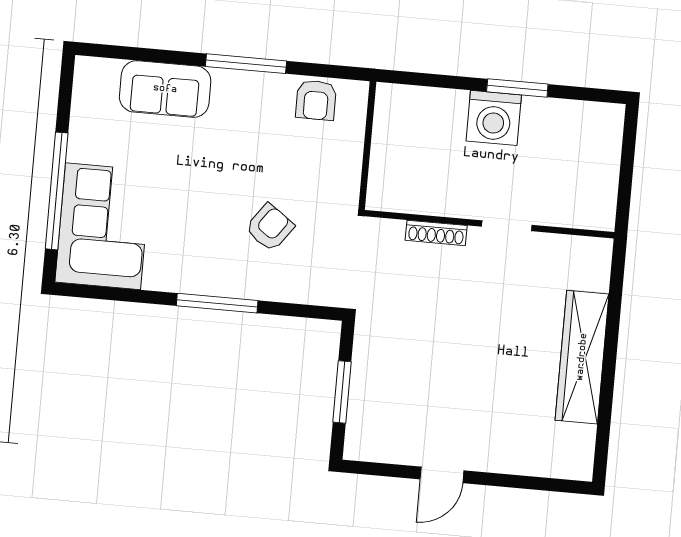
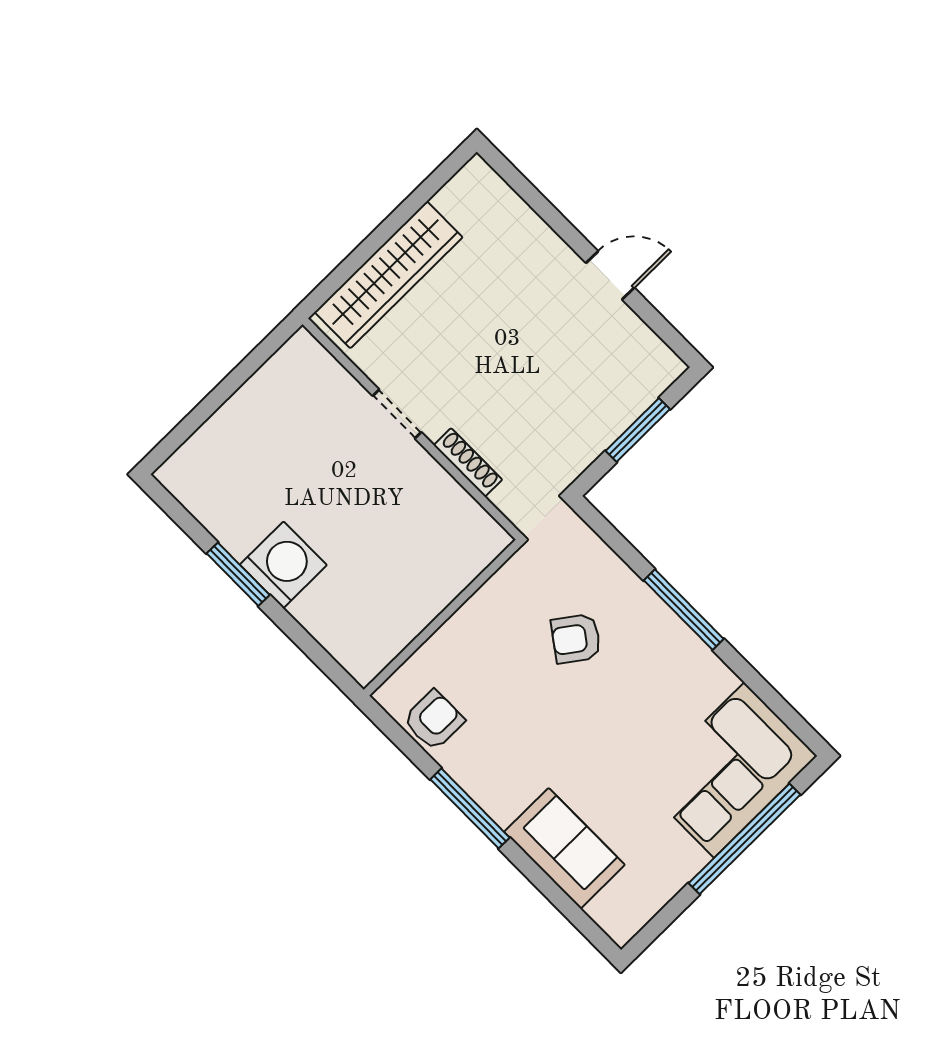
wall: (489, 224) -> (412, 429), moved
doorway: (507, 226) -> (397, 414), moved
shoe rack: (436, 233) -> (468, 462), moved

